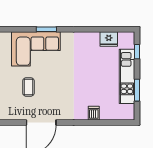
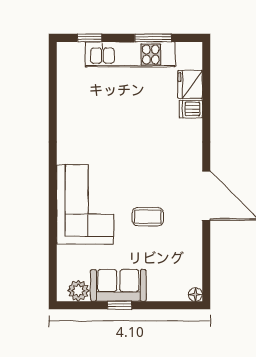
window: (46, 29) -> (53, 187), removed
fridge: (109, 39) -> (190, 84), moved, turned 180

